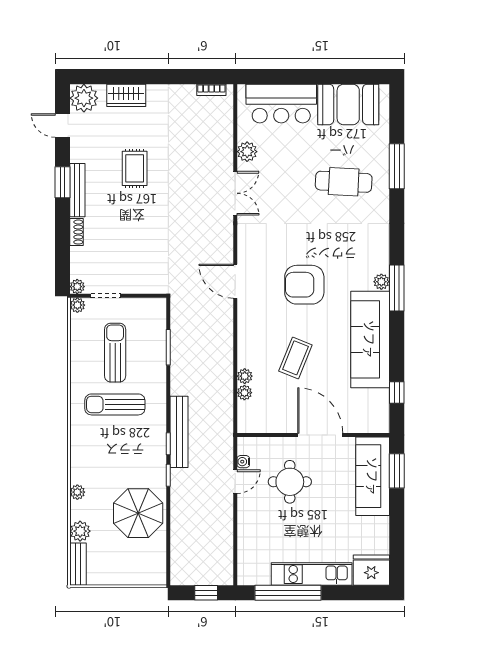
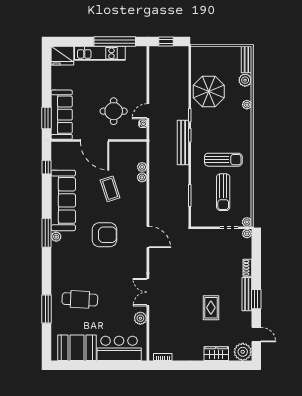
coffee table: (295, 358) -> (110, 189), turned -40

